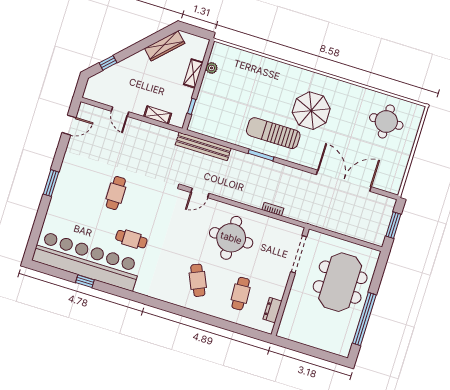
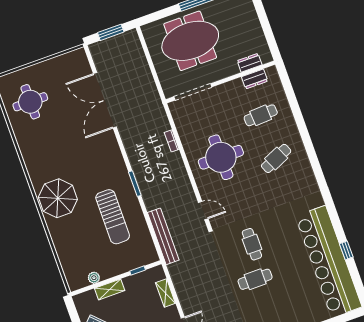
parasol: (311, 111) -> (58, 198), moved
sun lounger: (273, 133) -> (113, 217), moved
cafe table: (131, 239) -> (252, 244), moved
dresser: (288, 316) -> (250, 63), added

